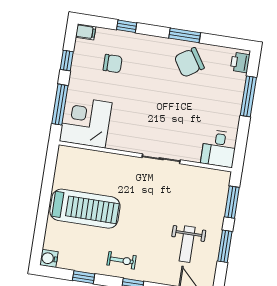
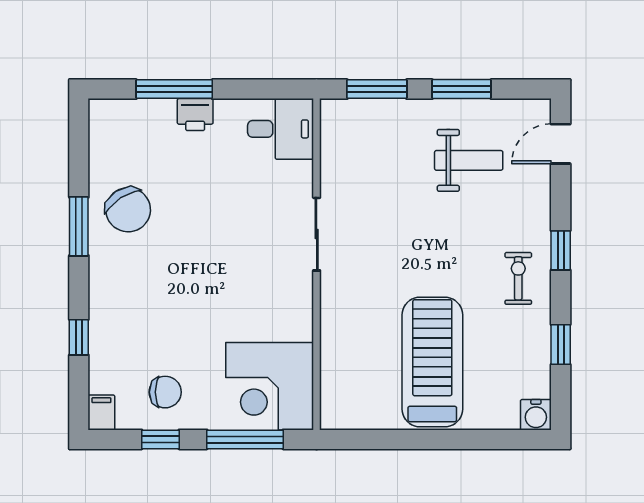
printer: (240, 63) -> (195, 115), moved
chair: (113, 64) -> (165, 392), moved, turned 90

